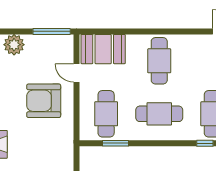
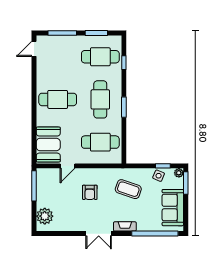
armchair: (44, 101) -> (90, 192), width x0.53, depth x0.53
window: (115, 143) -> (124, 107), moved
coffee table: (48, 149) -> (128, 189), added

